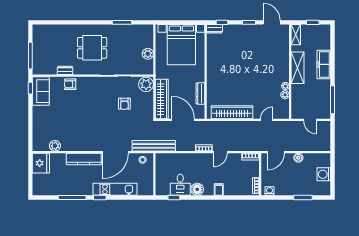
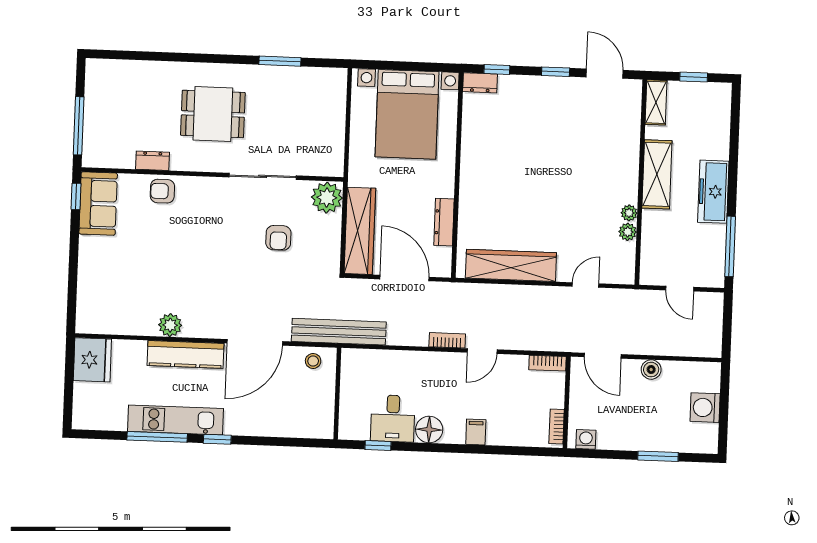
plant: (148, 54) -> (333, 131), removed
freezer: (324, 64) -> (713, 192), moved
plant: (55, 146) -> (170, 325), moved
door: (276, 152) -> (603, 356), hinge flipped
kitchen unit: (115, 189) -> (176, 420), moved

